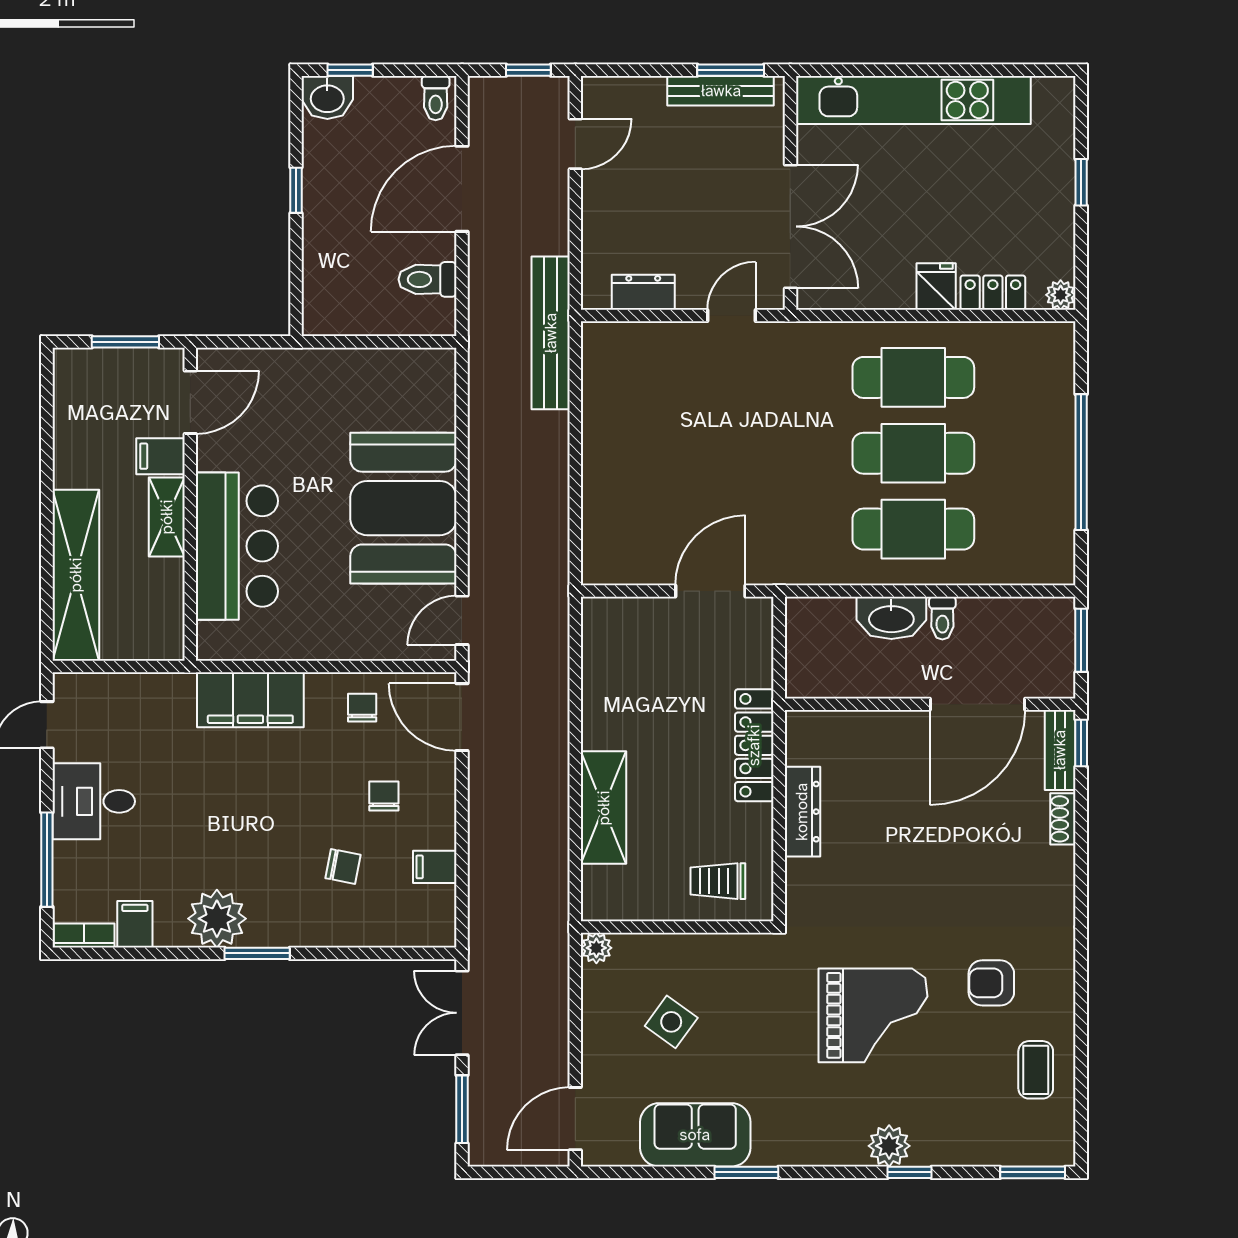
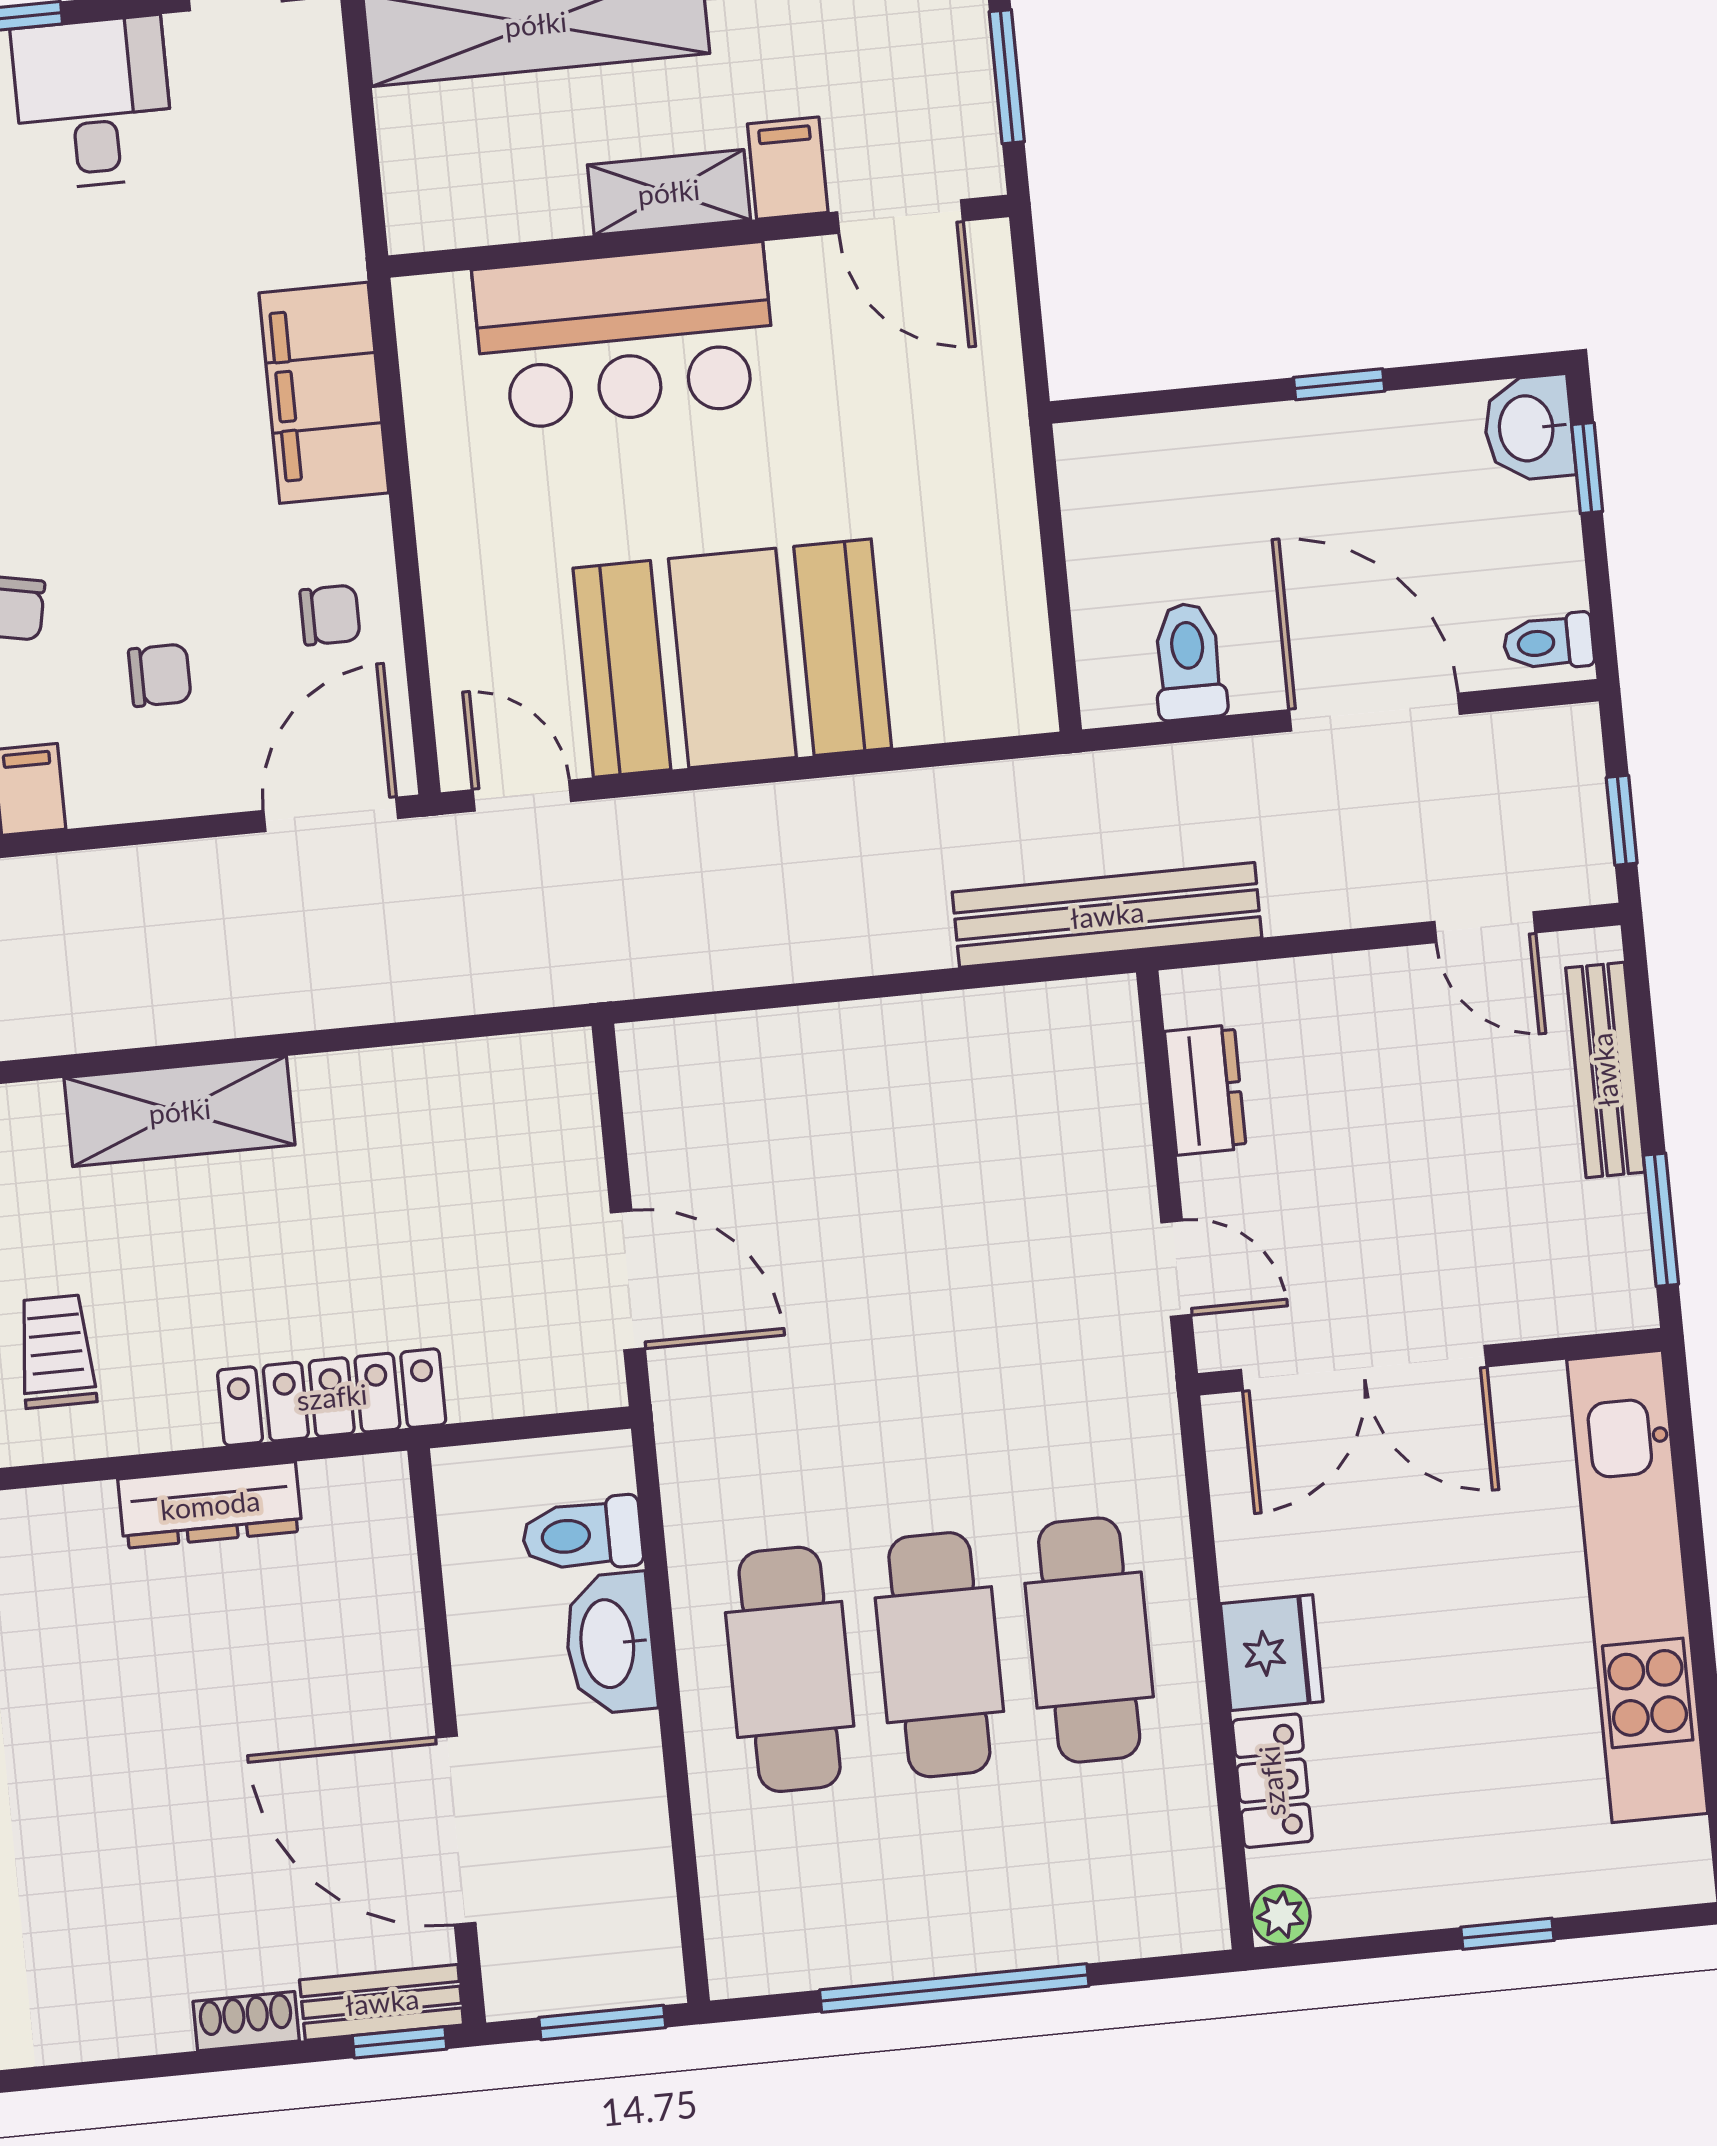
bench: (721, 91) -> (1605, 1070), moved
fridge: (936, 286) -> (1272, 1653), width x1.38
toilet: (942, 618) -> (582, 1535), moved, width x1.37, depth x1.39

